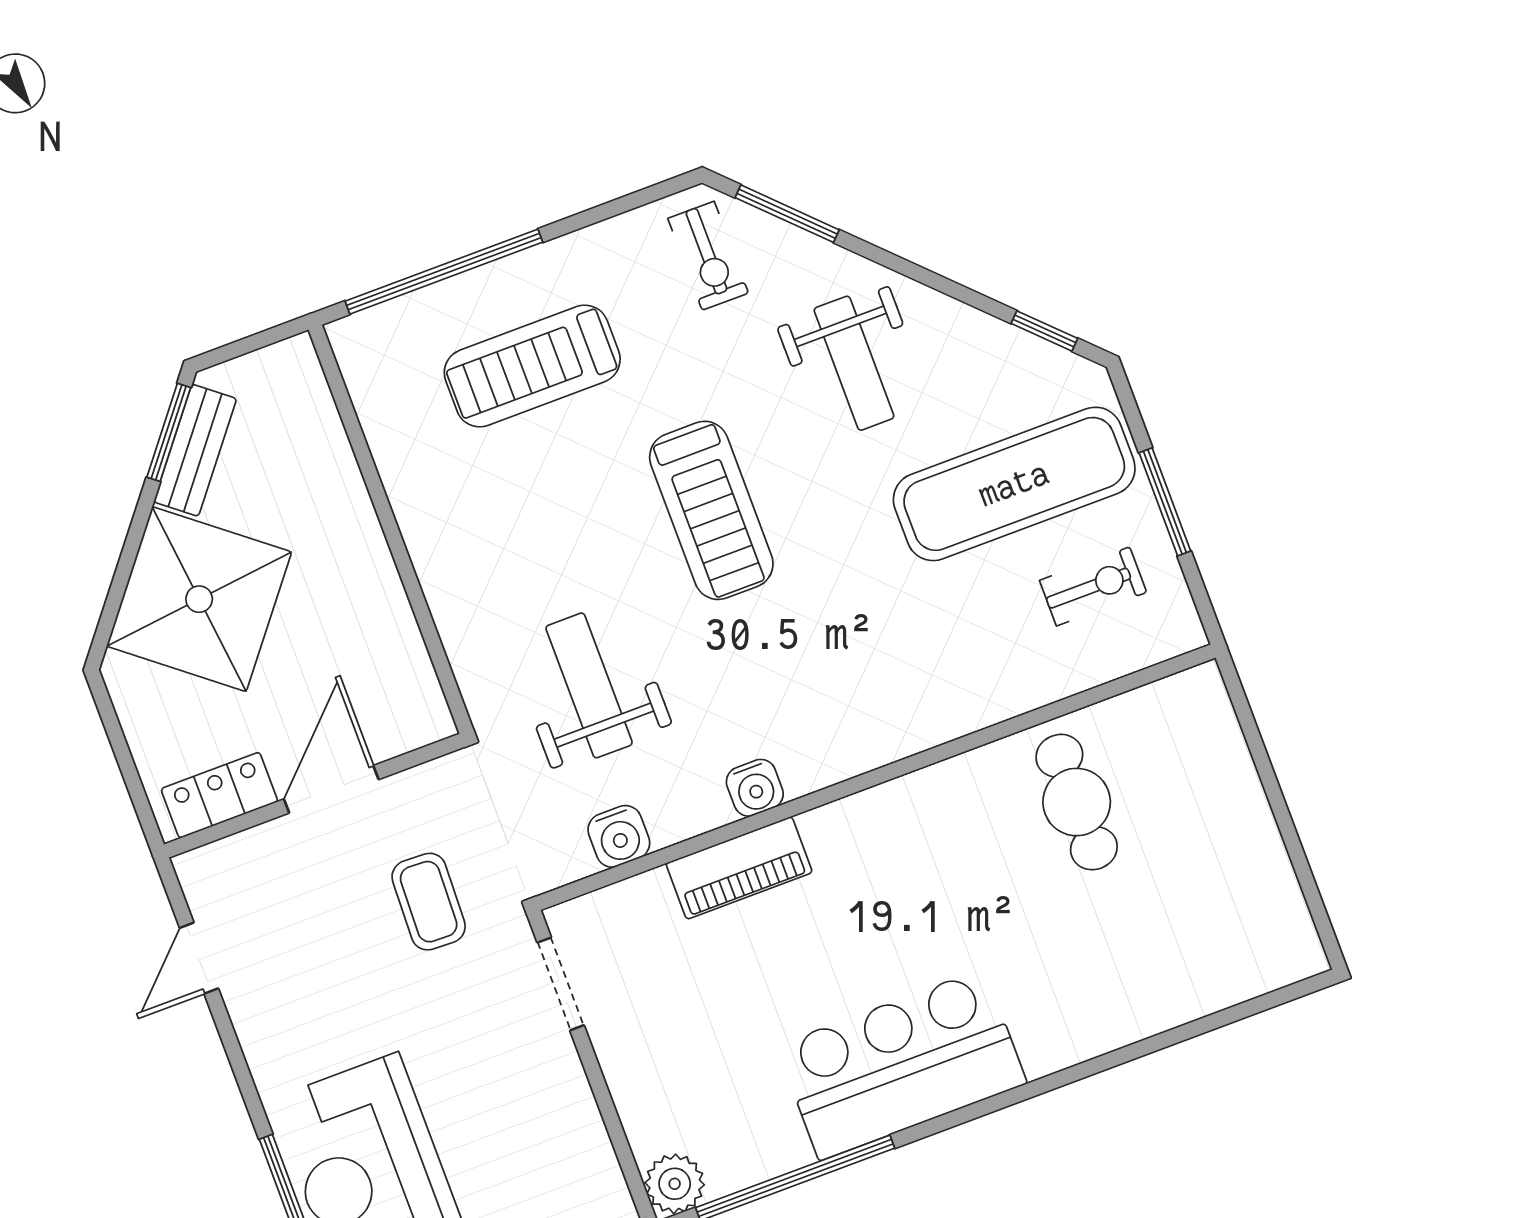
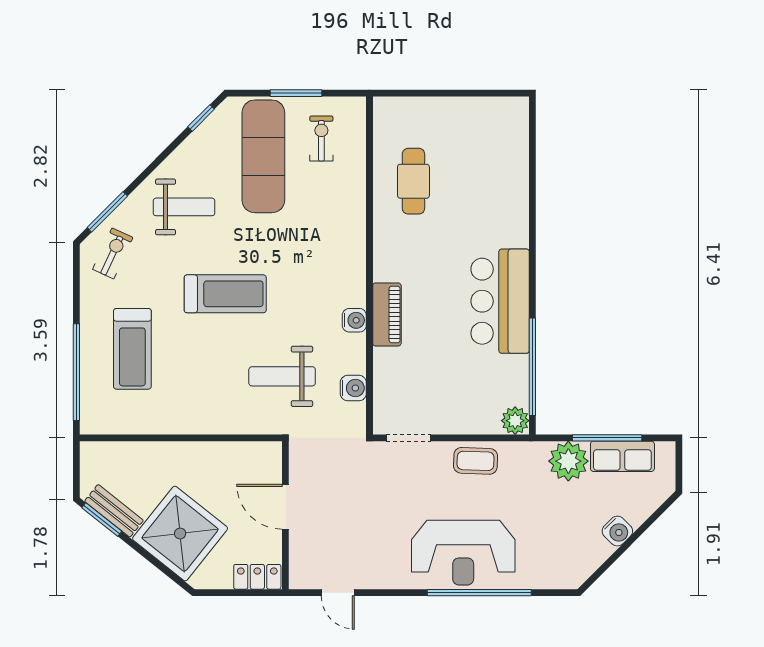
exercise bike: (708, 256) -> (113, 253), turned -65
locker: (219, 795) -> (257, 577), moved, turned 90
cafe table: (1077, 802) -> (413, 181), turned 90
piano: (739, 868) -> (387, 314), moved
coffee table: (429, 902) -> (476, 461), moved

